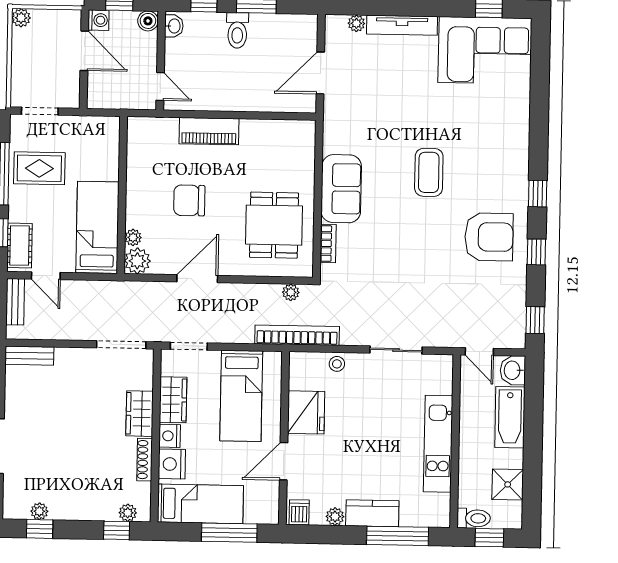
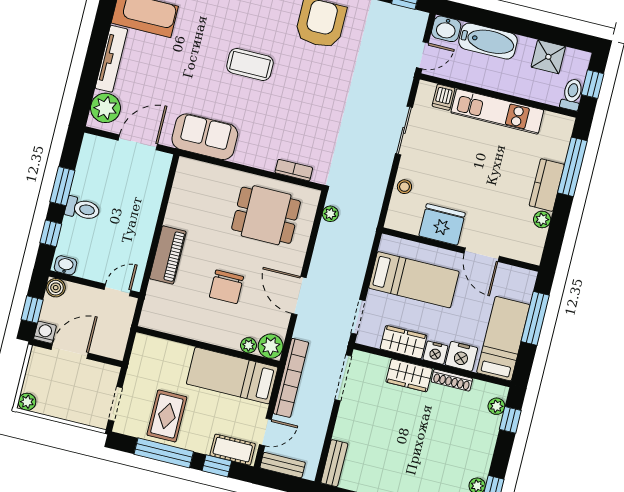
plant: (356, 23) -> (105, 108), width x1.88, depth x1.88
door: (320, 73) -> (138, 142), swing flipped
sofa: (341, 189) -> (205, 137), moved
bookcase: (297, 335) -> (291, 378), moved, turned 180
dishwasher: (299, 512) -> (443, 97), moved, turned -90

